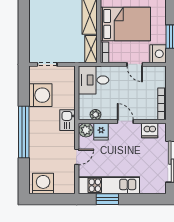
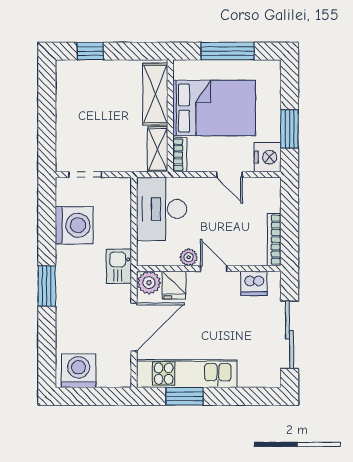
desk: (93, 80) -> (162, 209), width x1.37
plant: (96, 115) -> (189, 257), moved
window: (24, 132) -> (47, 286), width x0.47
door: (77, 157) -> (134, 327), width x1.87

